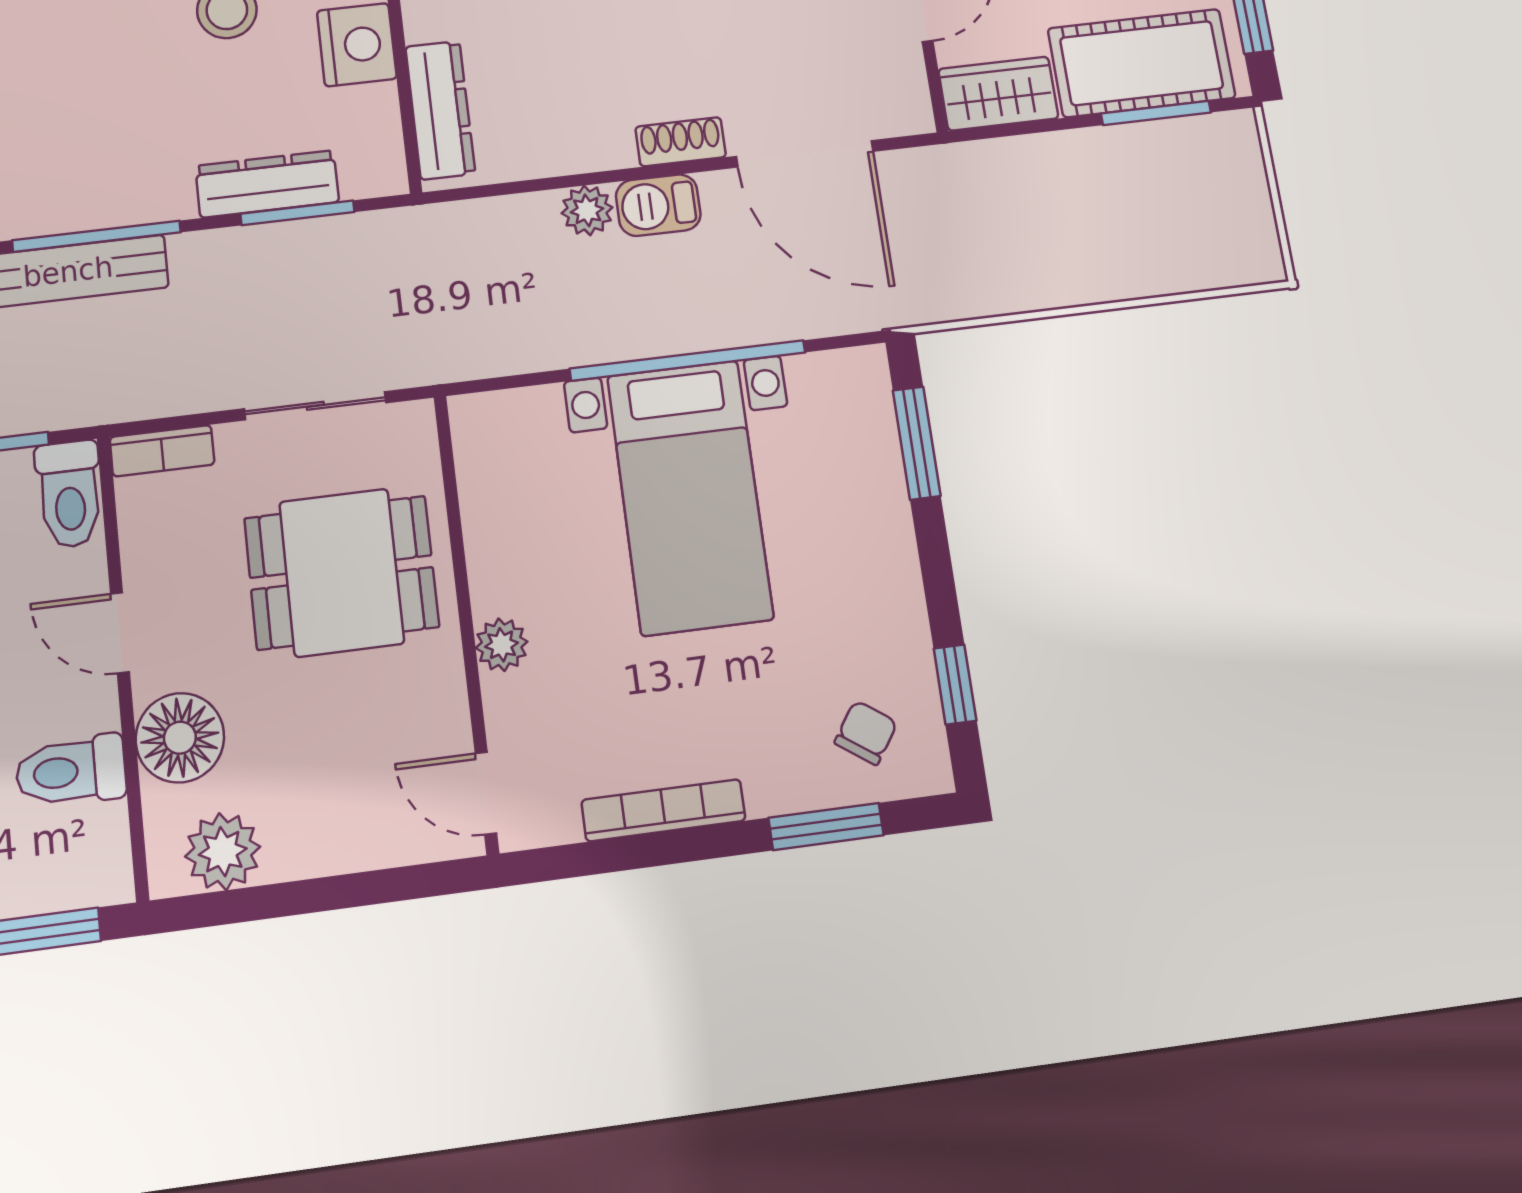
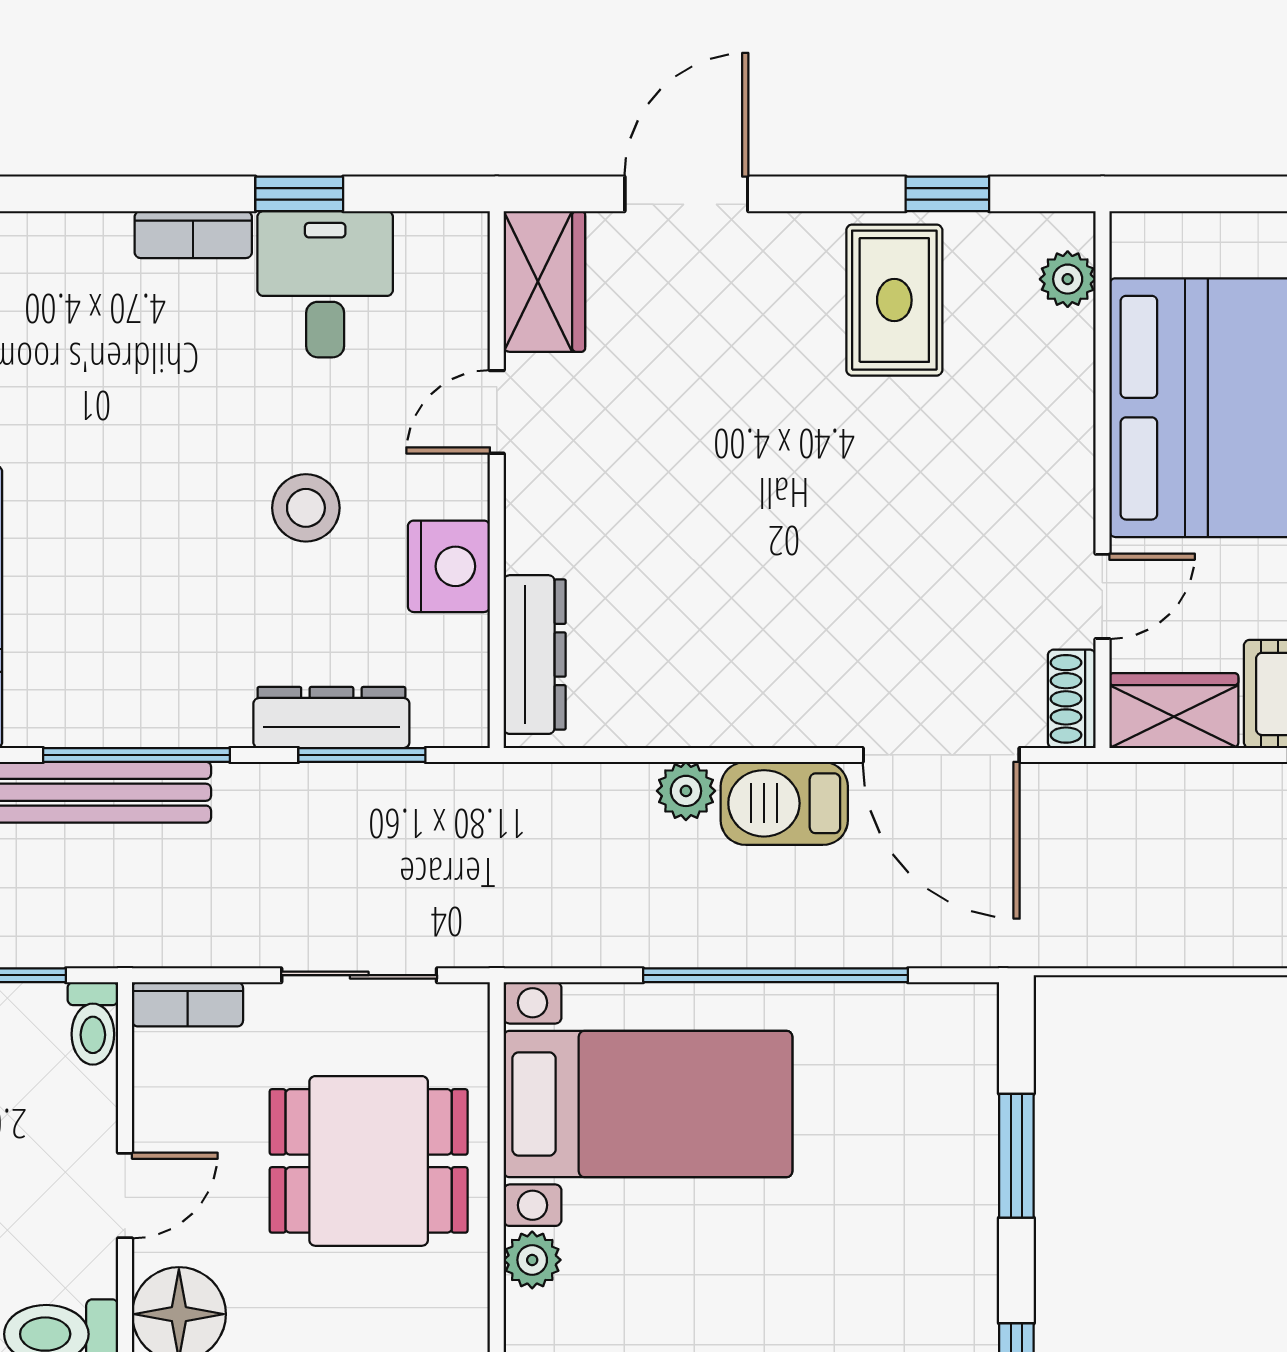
shoe rack: (681, 142) -> (1072, 699), moved, turned -90
barbecue: (658, 205) -> (784, 803), width x1.38, depth x1.27
window: (917, 443) -> (1016, 1156), moved
toilet: (69, 494) -> (93, 1023), width x0.73, depth x0.72
bed with nightstands: (690, 497) -> (648, 1104), moved, turned -90
door: (120, 633) -> (125, 1196), swing flipped

